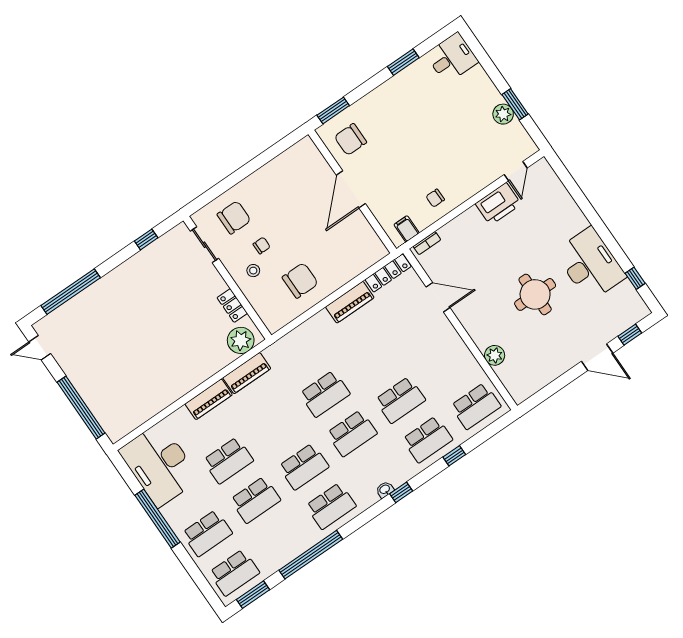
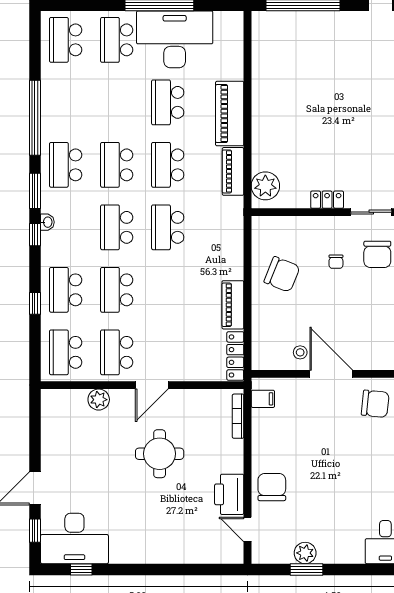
chair: (350, 139) -> (375, 404), turned 96
chair: (435, 198) -> (272, 487), moved, width x1.87, depth x1.87
bookcase: (427, 243) -> (238, 416), width x1.56
desk: (590, 264) -> (74, 538), moved
stool: (253, 271) -> (300, 352), moved
chair: (300, 280) -> (282, 274), turned -68
round table: (535, 294) -> (160, 454), moved
door: (438, 297) -> (152, 385), moved
locker: (232, 306) -> (327, 200), moved
school desk: (449, 367) -> (117, 352), added
piano: (209, 399) -> (230, 114), width x1.37, depth x1.33
desk: (159, 465) -> (175, 39), moved
school desk: (255, 500) -> (168, 165), moved
window: (253, 595) -> (35, 191), moved

